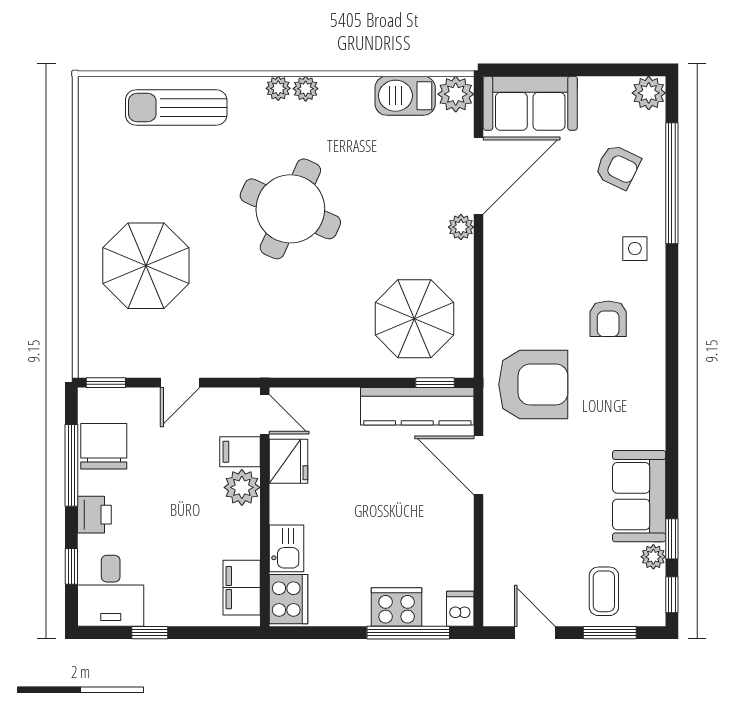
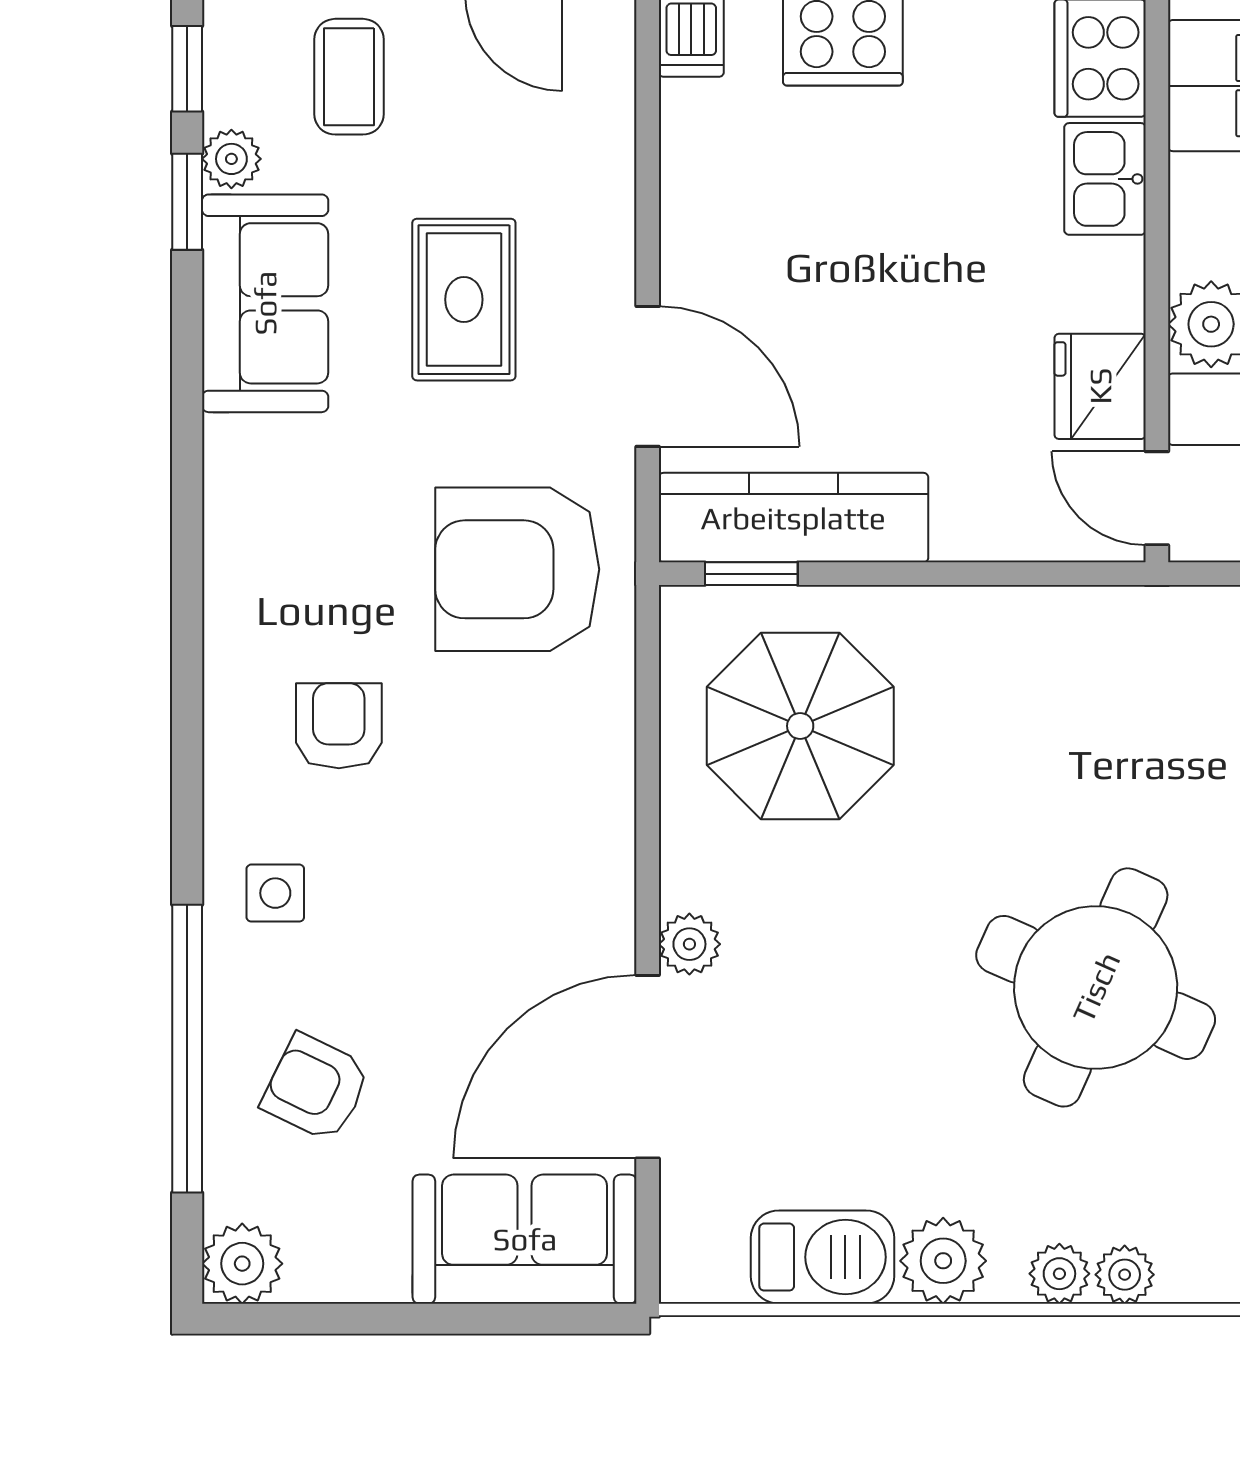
plant: (456, 94) -> (943, 1261), moved
rug: (556, 498) -> (464, 300), added

